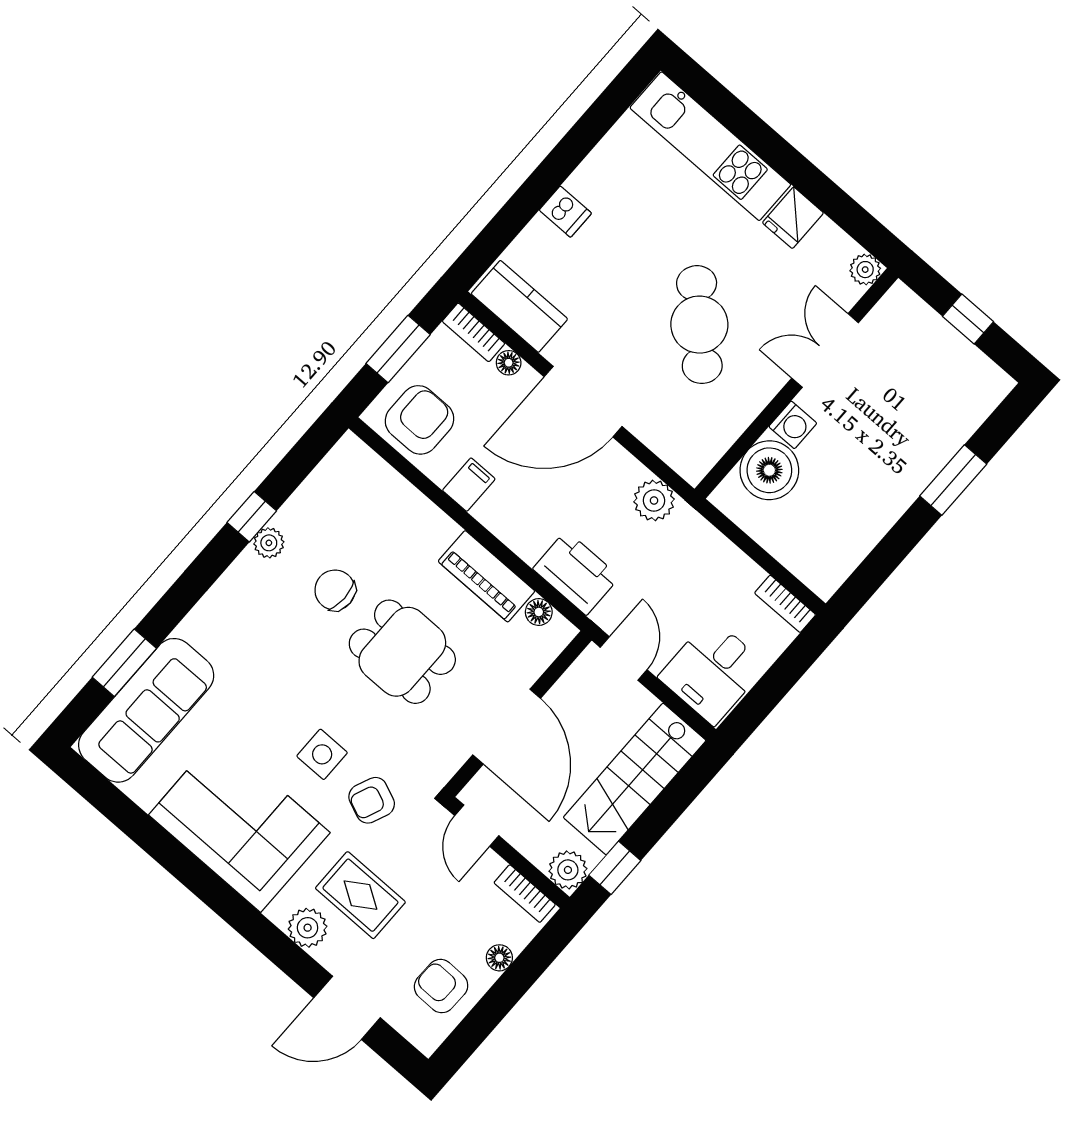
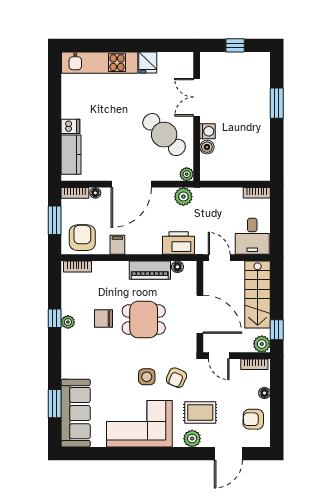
plant: (865, 270) -> (187, 174), moved
kitchen counter: (519, 306) -> (71, 155), moved, turned 90
cafe table: (699, 325) -> (164, 135), moved
bookcase: (368, 462) -> (78, 267), added
boiler: (769, 470) -> (207, 147), width x0.54, depth x0.54

